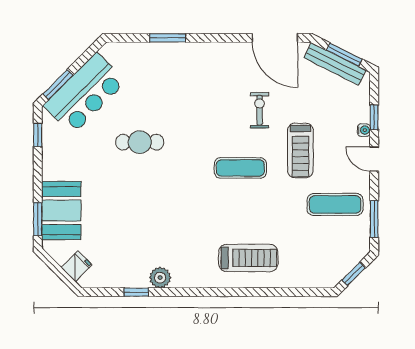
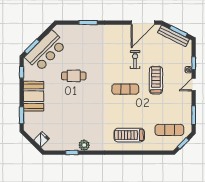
door: (275, 38) -> (143, 23), hinge flipped
treadmill: (300, 150) -> (156, 80), turned 180
door: (374, 159) -> (194, 85), hinge flipped
exercise mat: (335, 204) -> (169, 130), moved
booth: (61, 211) -> (34, 96), moved
treadmill: (248, 258) -> (129, 135), turned 180

